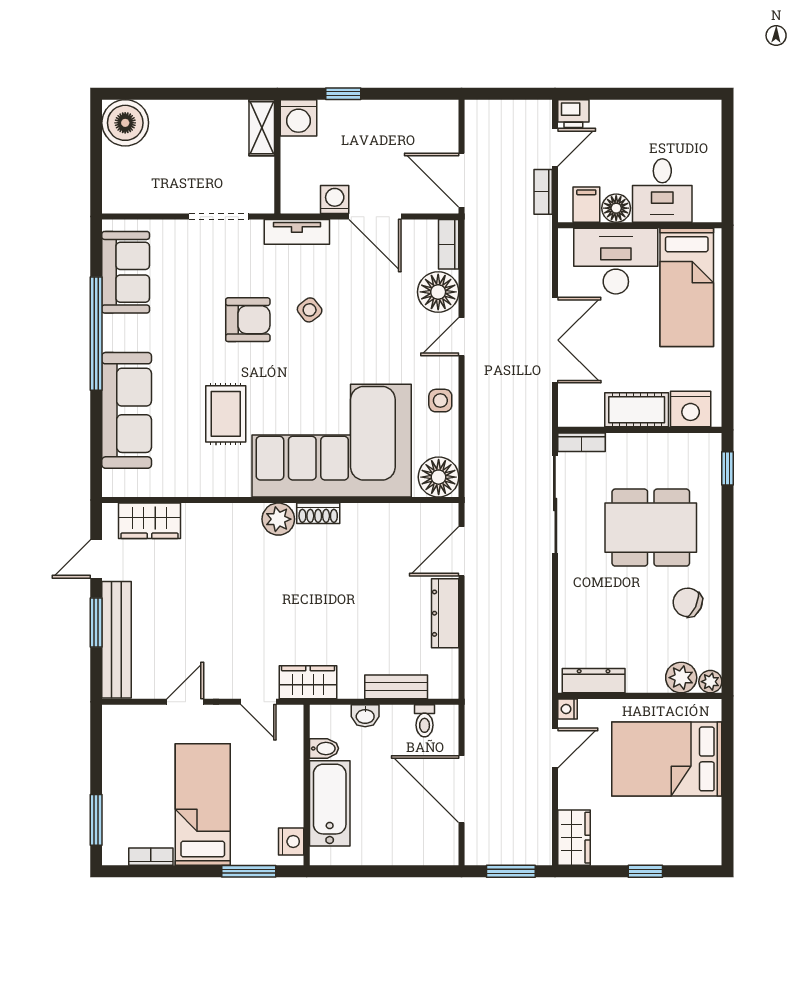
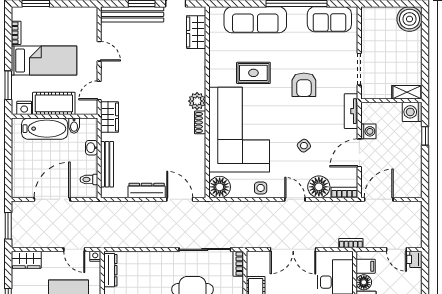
bookcase: (543, 192) -> (351, 243), moved
side table: (310, 310) -> (304, 146), moved
bench: (396, 687) -> (107, 164), width x1.36
cot: (283, 786) -> (54, 103), added

